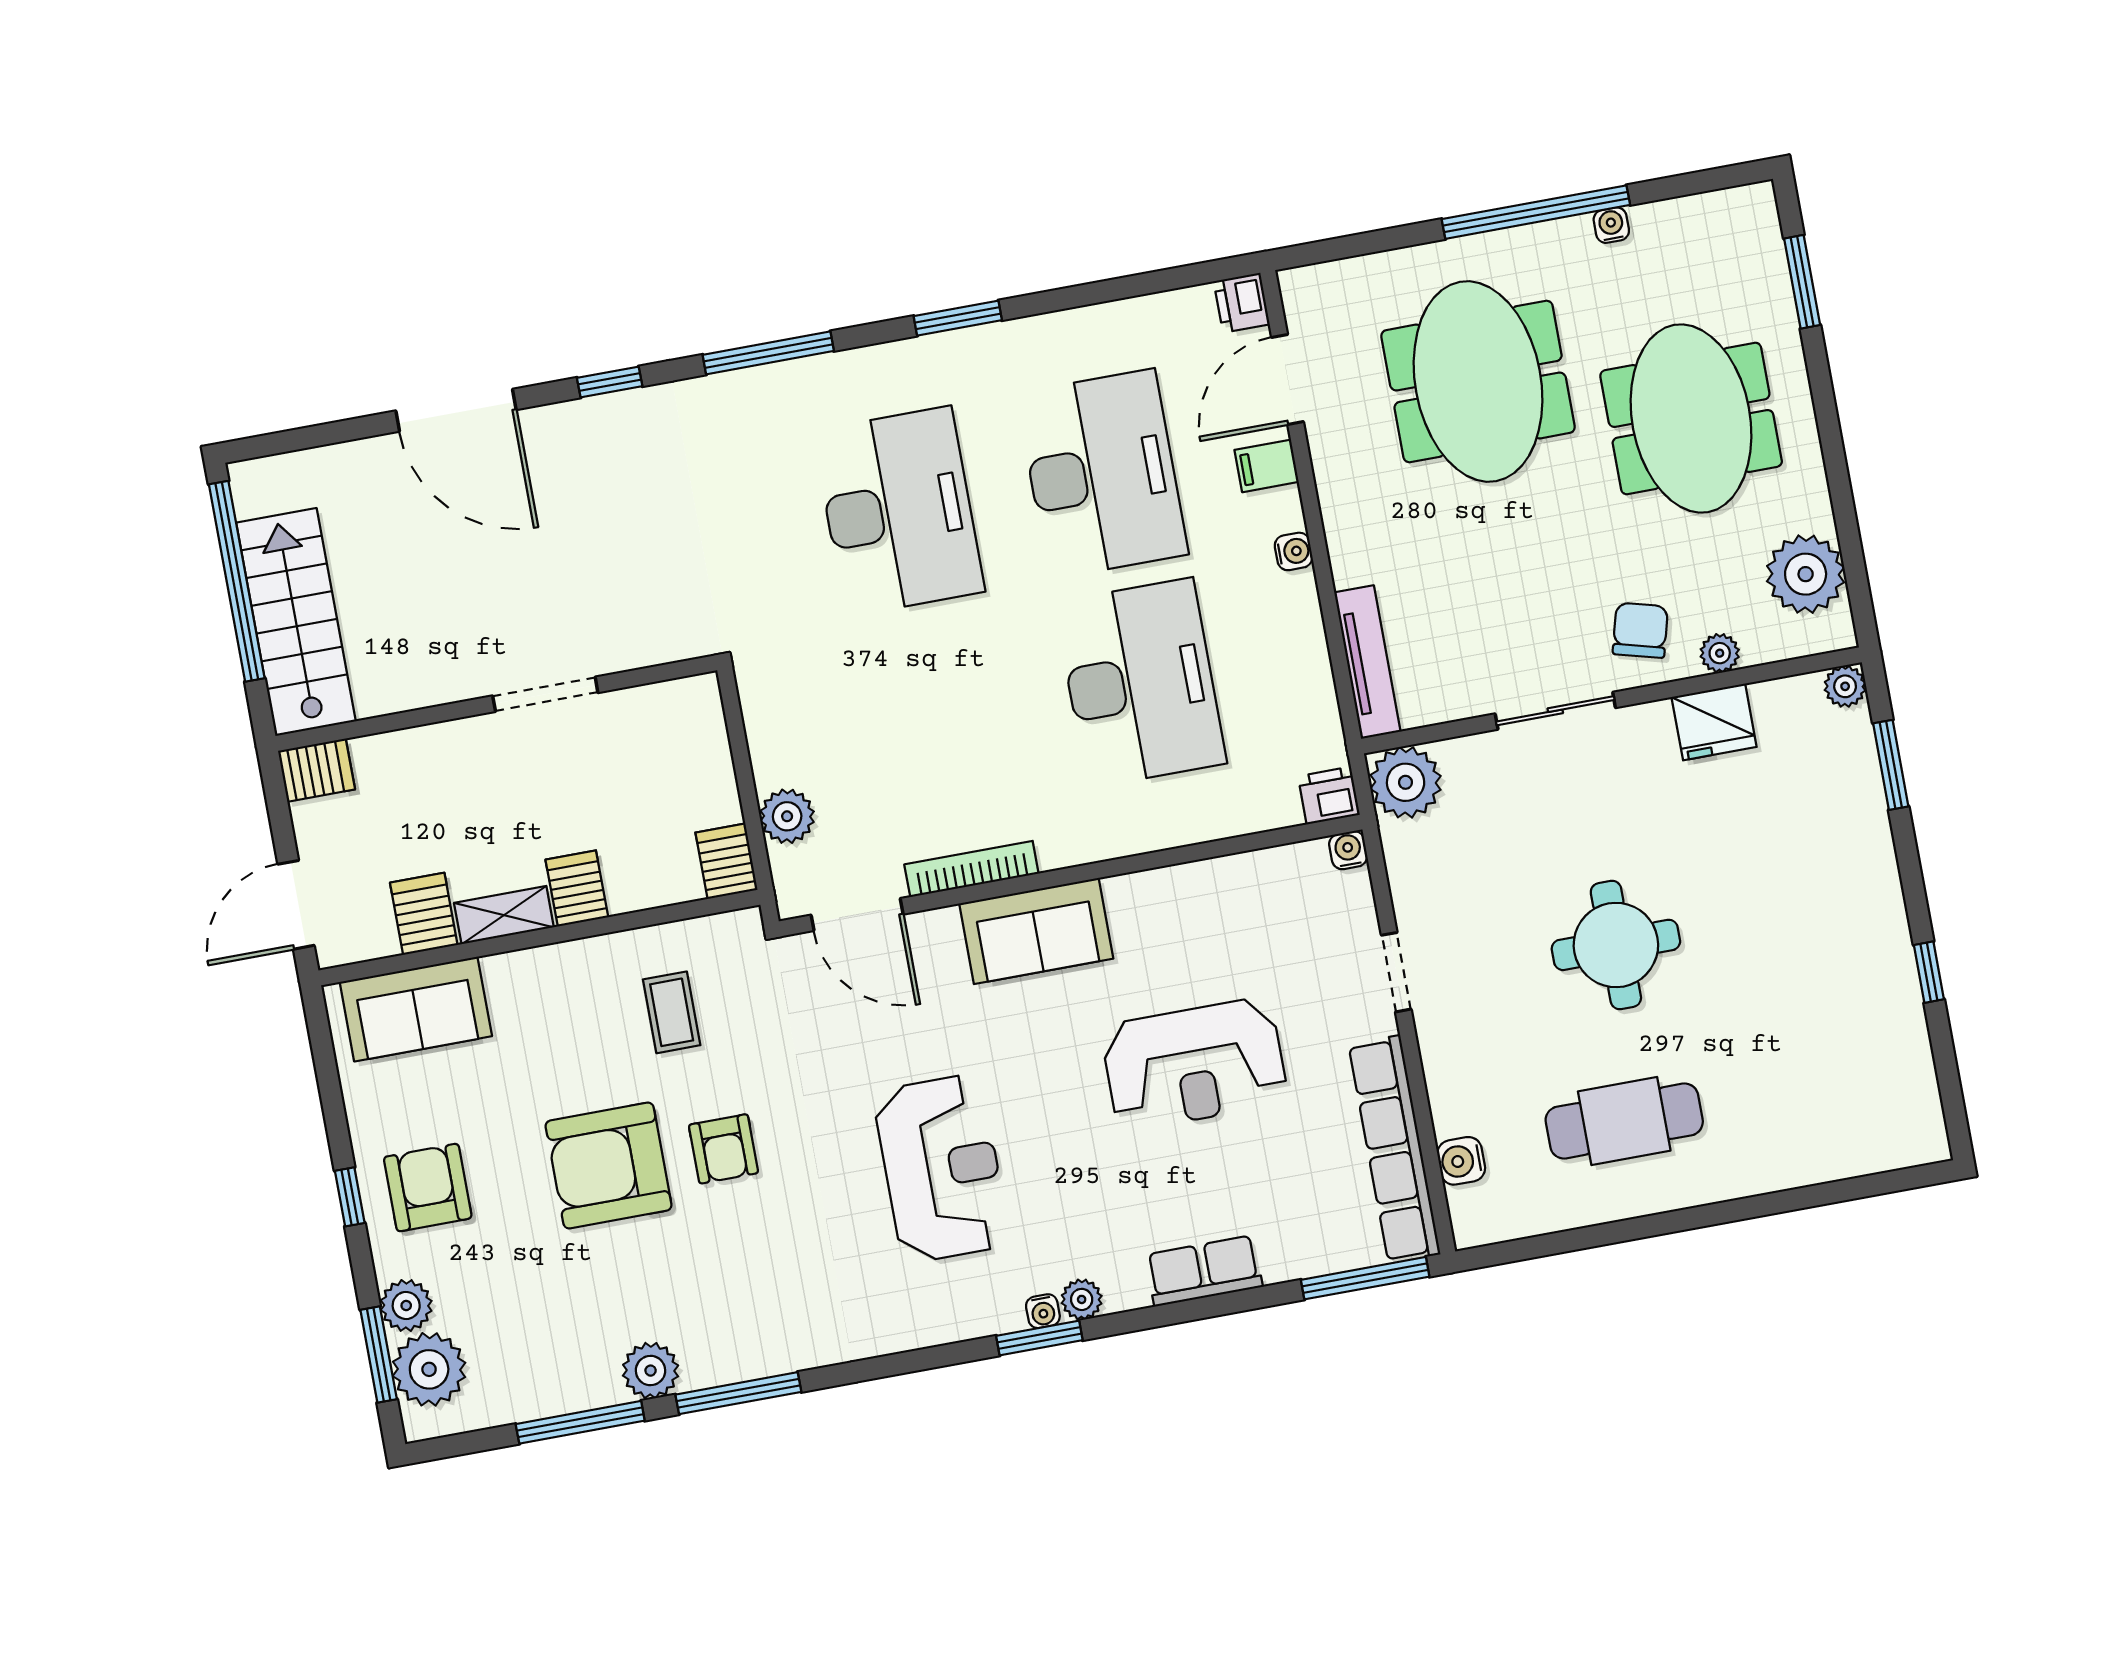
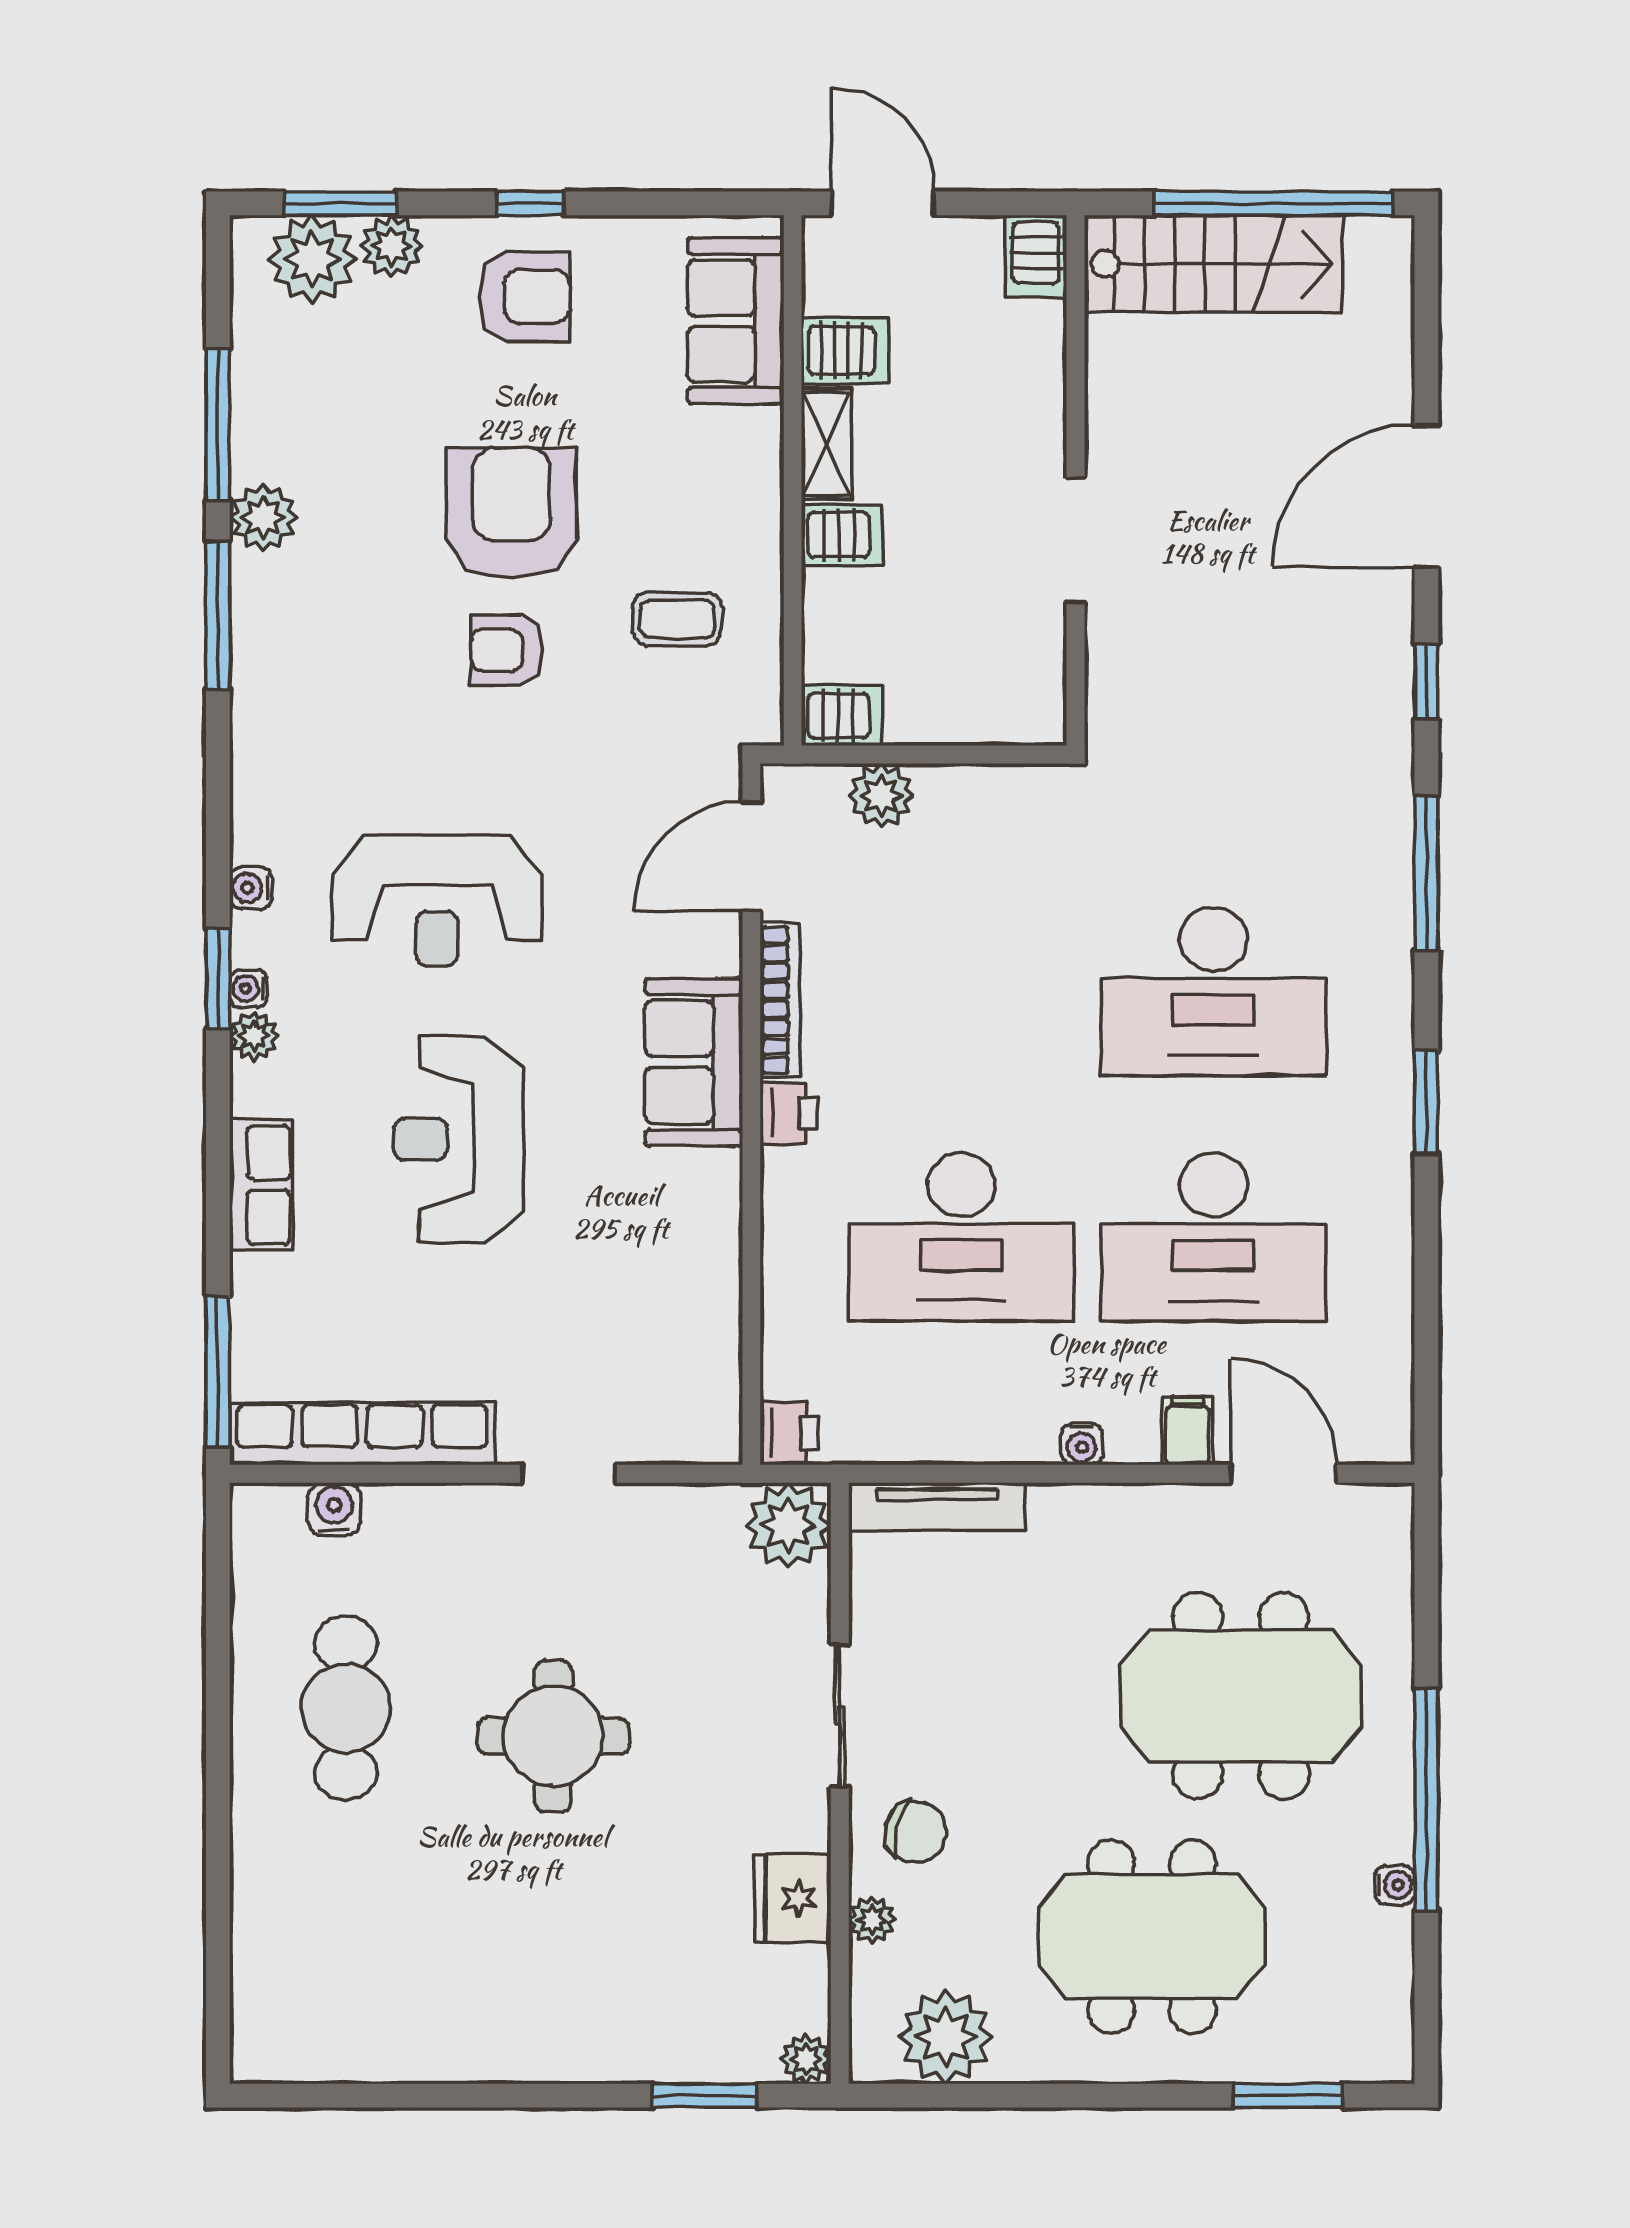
printer: (1242, 303) -> (788, 1113), moved, turned 90
water cooler: (1348, 850) -> (251, 888), moved, turned 180
window: (1929, 972) -> (454, 2096), removed
reception desk: (1194, 1064) -> (458, 1139), moved

